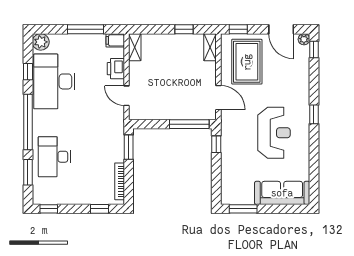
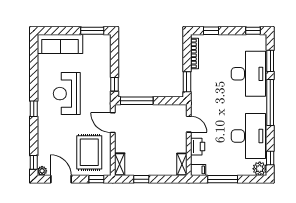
window: (28, 72) -> (270, 158), moved
desk: (54, 157) -> (248, 74), width x1.36, depth x1.30

